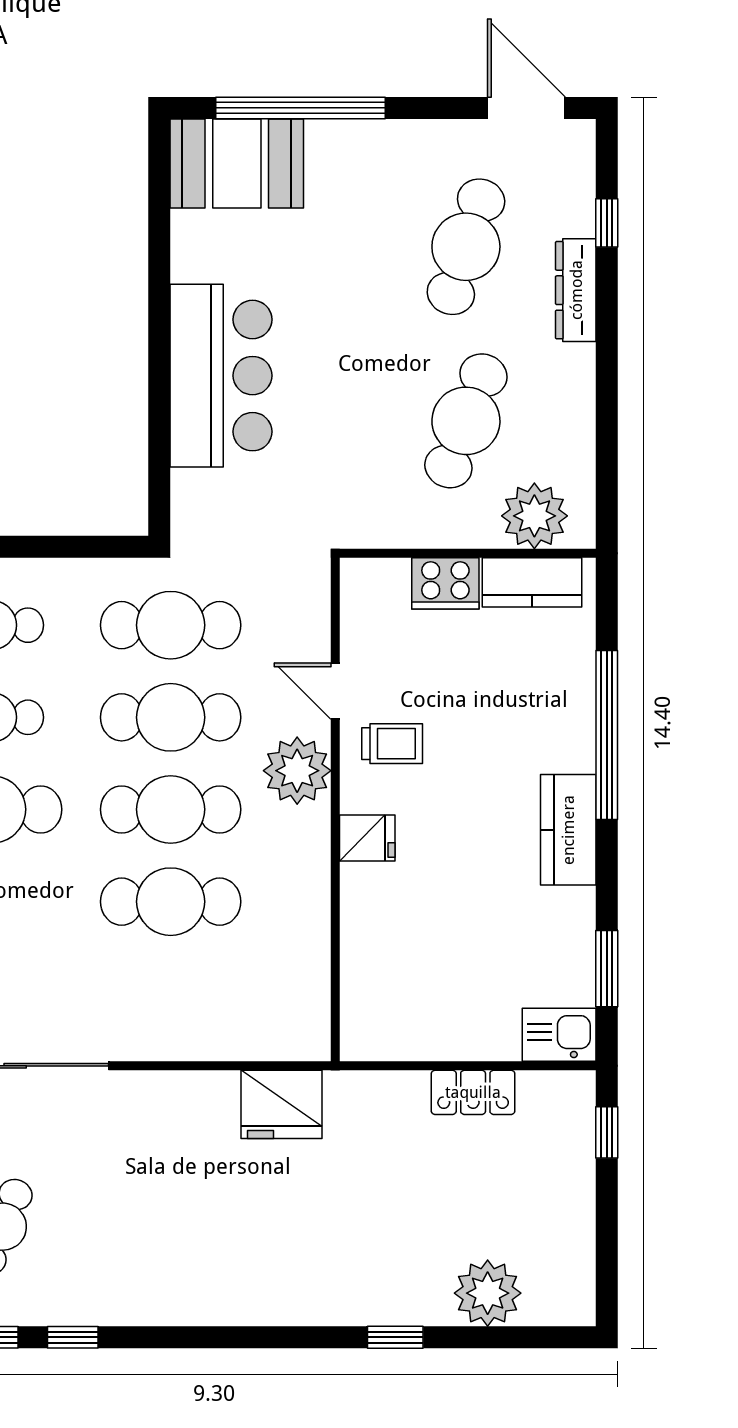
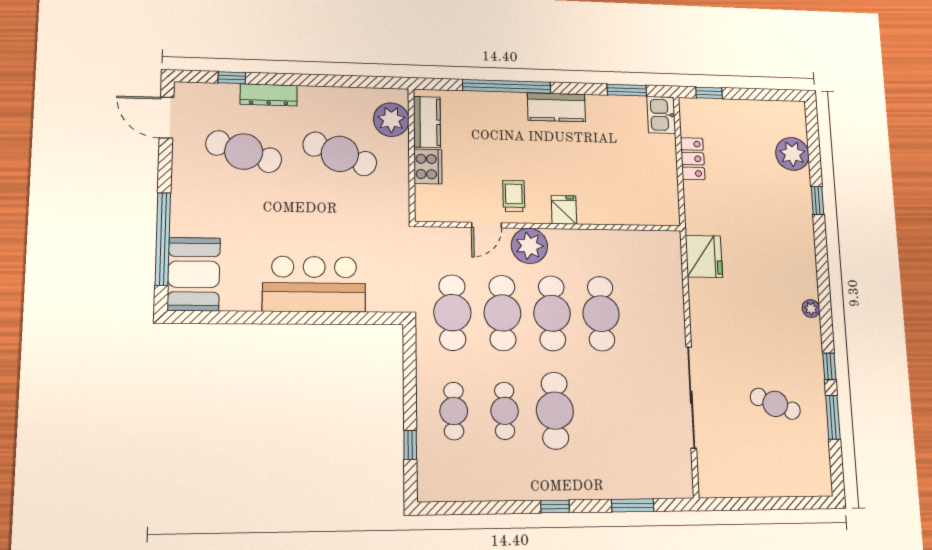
door: (526, 108) -> (167, 118), hinge flipped
plant: (183, 1309) -> (811, 309), added

